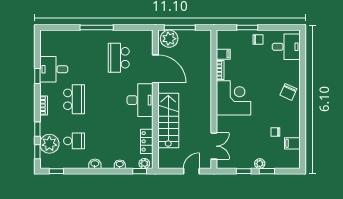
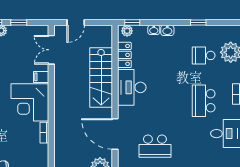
filing cabinet: (223, 54) -> (41, 77), moved
school desk: (119, 58) -> (155, 146), turned 90
desk: (140, 100) -> (132, 87), moved
washbasin: (95, 164) -> (167, 30), moved
window: (56, 171) -> (198, 22), moved

